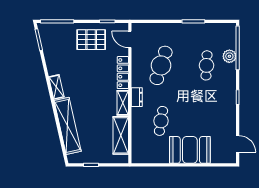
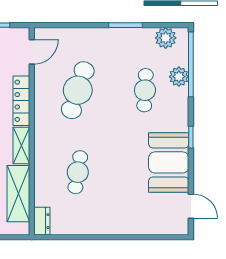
plant: (220, 30) -> (166, 38), added
door: (130, 39) -> (32, 52), swing flipped
dresser: (137, 97) -> (42, 221), moved
booth: (190, 150) -> (169, 162), moved, turned 90

